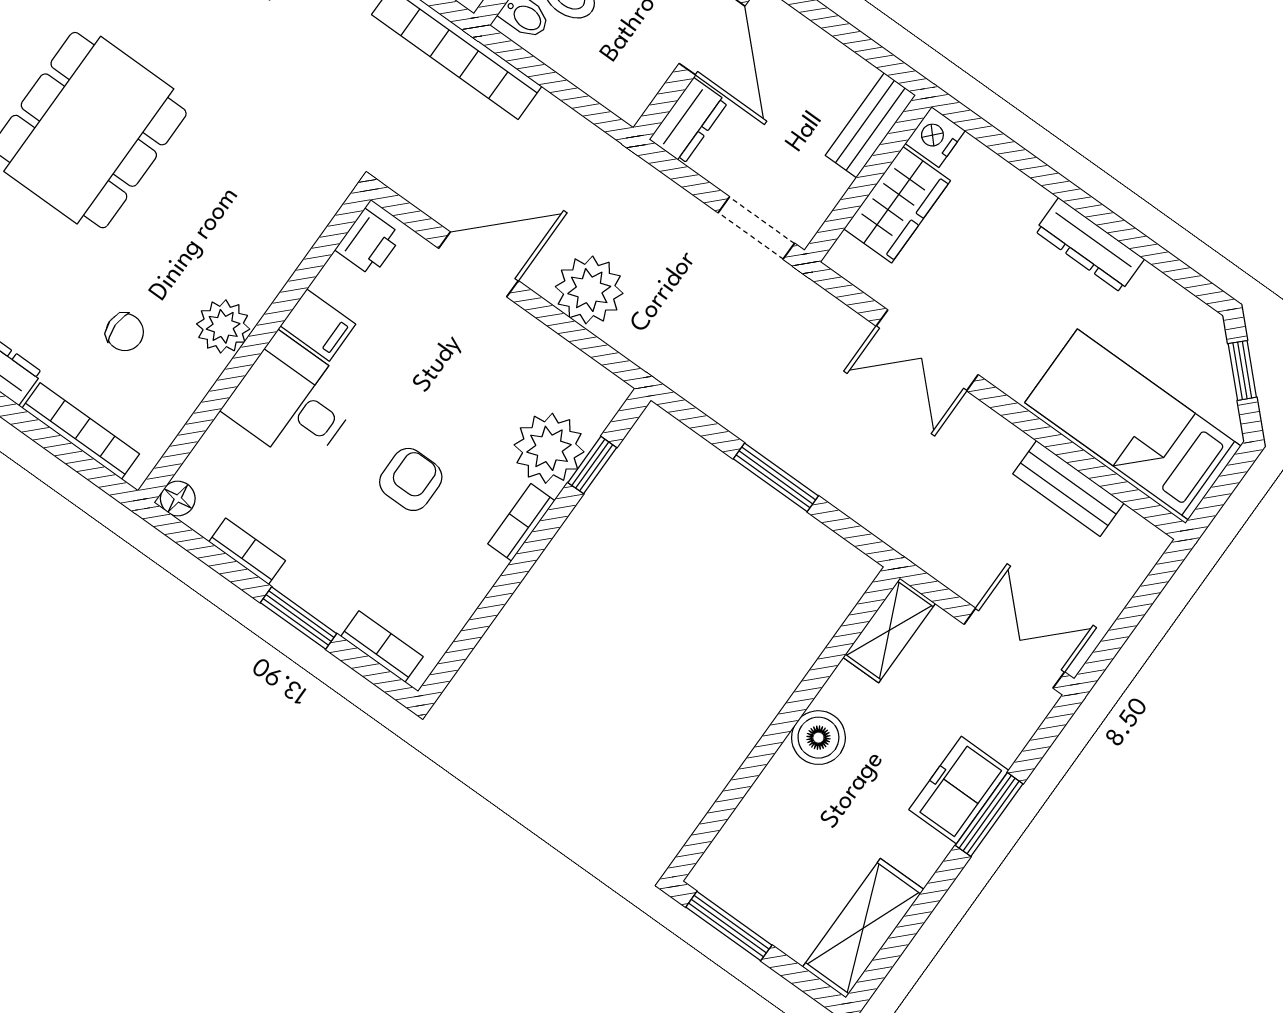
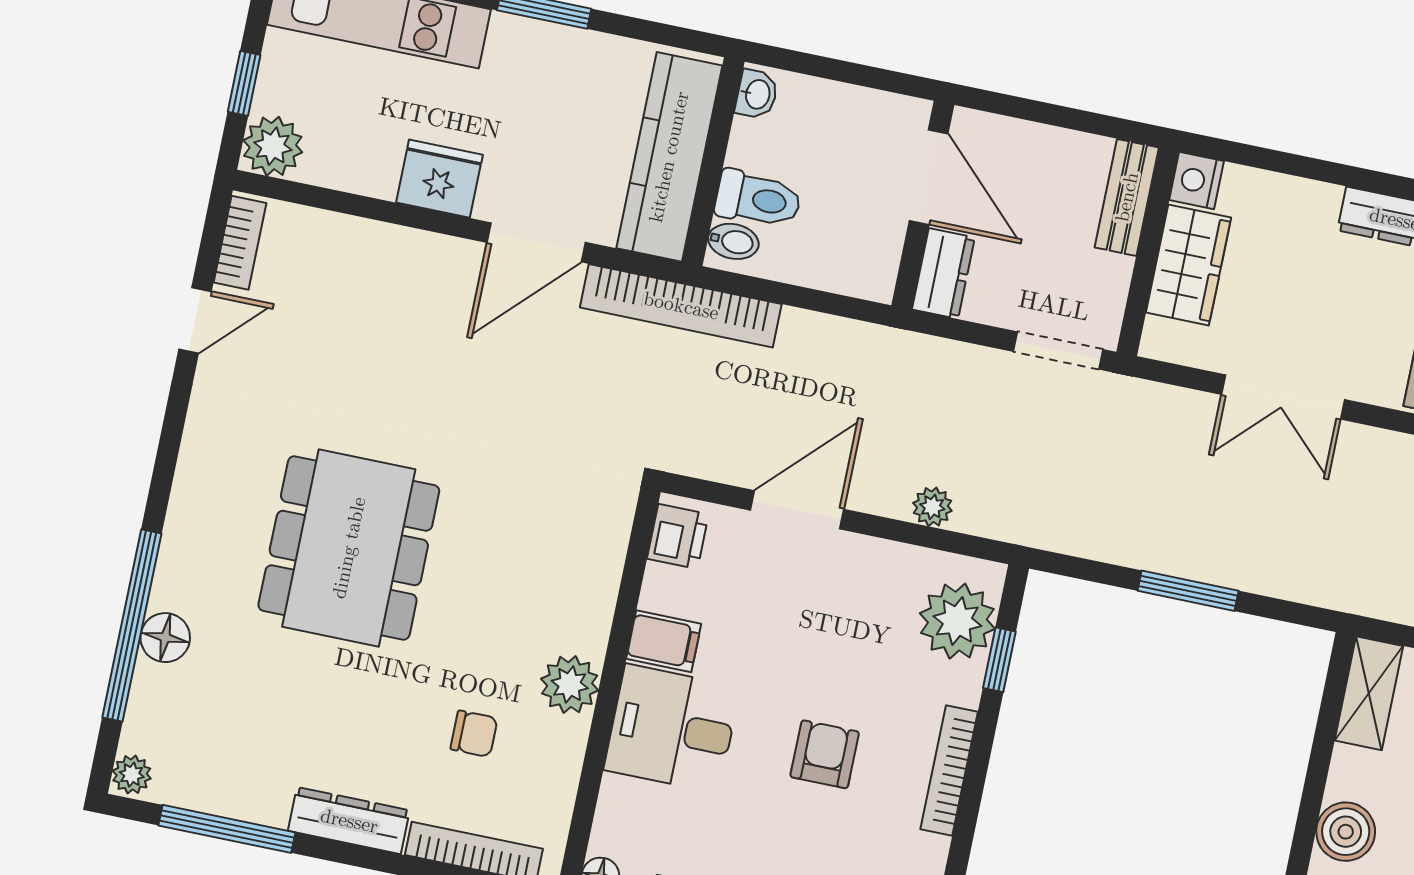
plant: (589, 290) -> (932, 507), width x0.53, depth x0.53
plant: (549, 448) -> (957, 621), moved
bookcase: (521, 522) -> (949, 771), width x1.56

